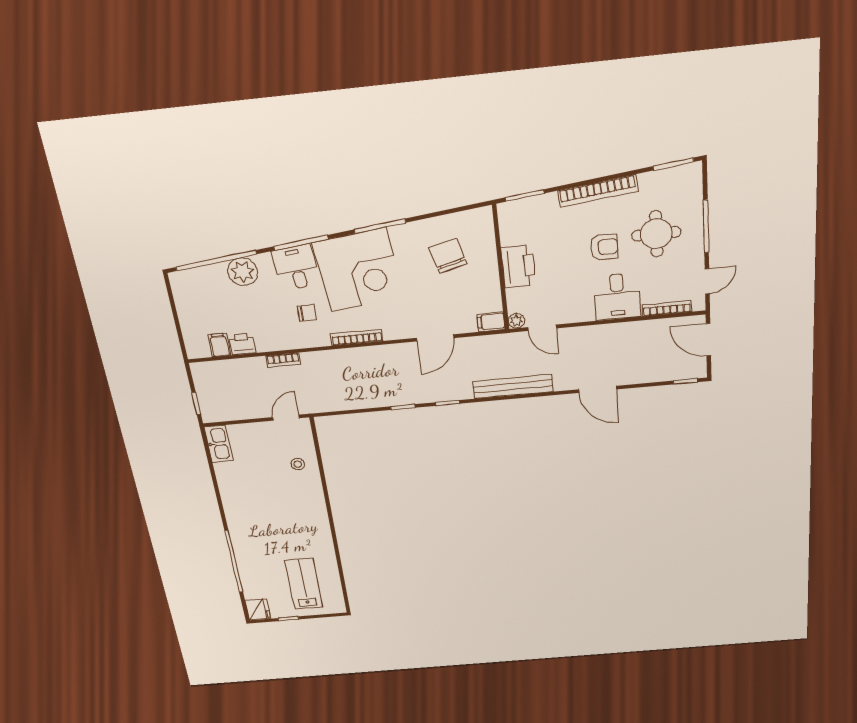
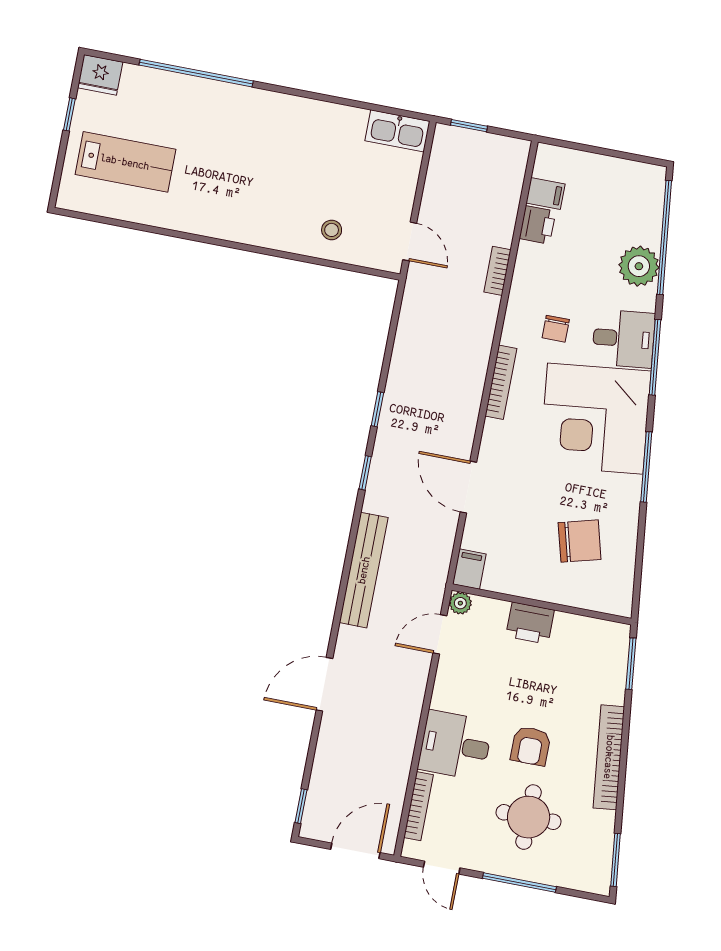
printer: (518, 266) -> (530, 623), width x0.73, depth x0.84

